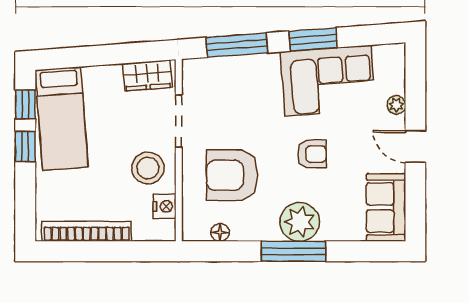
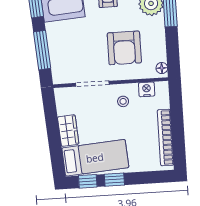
wardrobe: (147, 75) -> (68, 131), moved
stool: (148, 168) -> (123, 101), width x0.53, depth x0.53
floor lamp: (220, 232) -> (162, 68), moved

